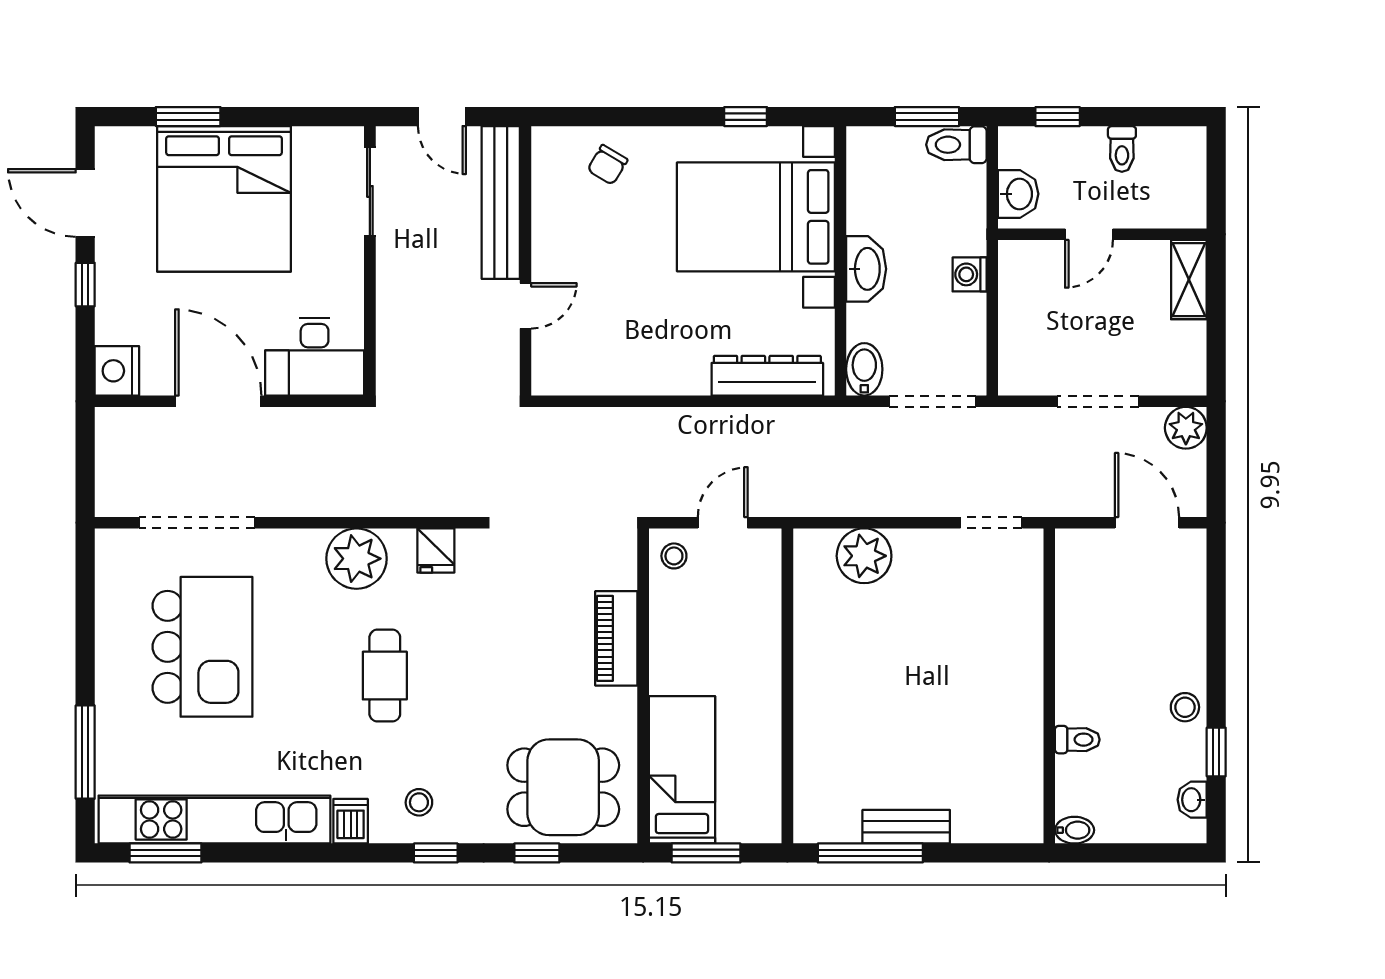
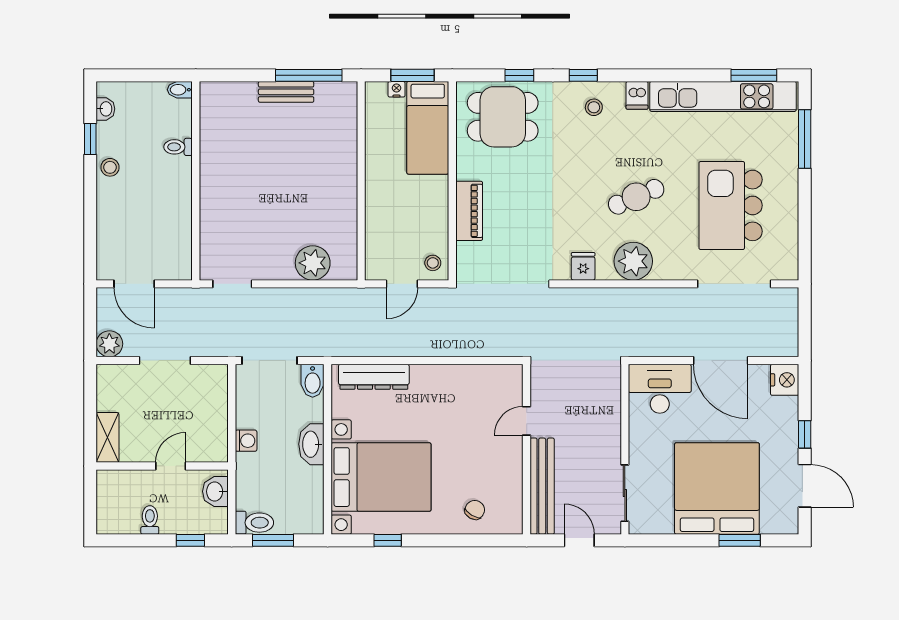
cafe table: (385, 676) -> (636, 197), moved, turned 67
nightstand: (731, 831) -> (396, 89), added

